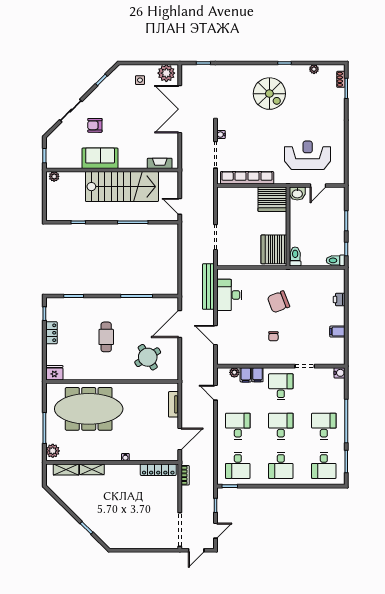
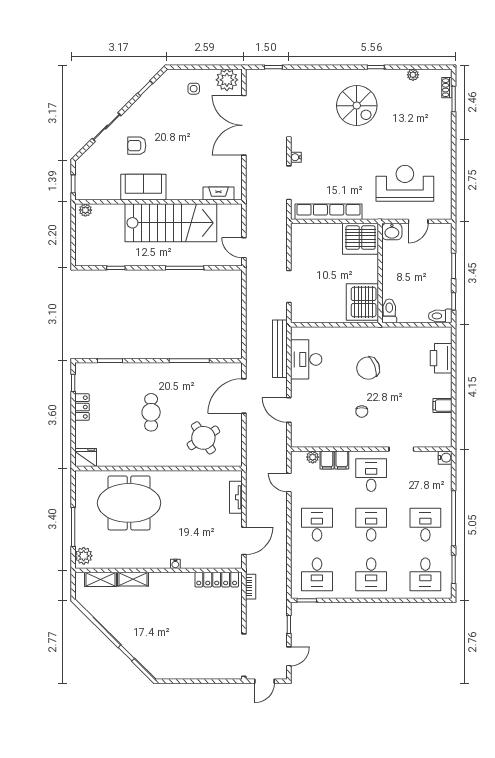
printer: (339, 300) -> (441, 358), width x1.87, depth x1.48
meeting table: (89, 409) -> (129, 503), width x0.73

